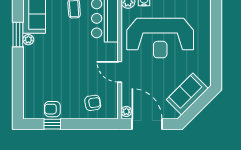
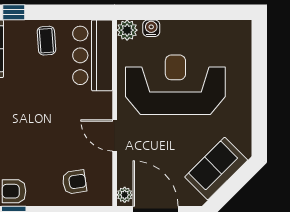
reception desk: (160, 38) -> (175, 85), turned 180

